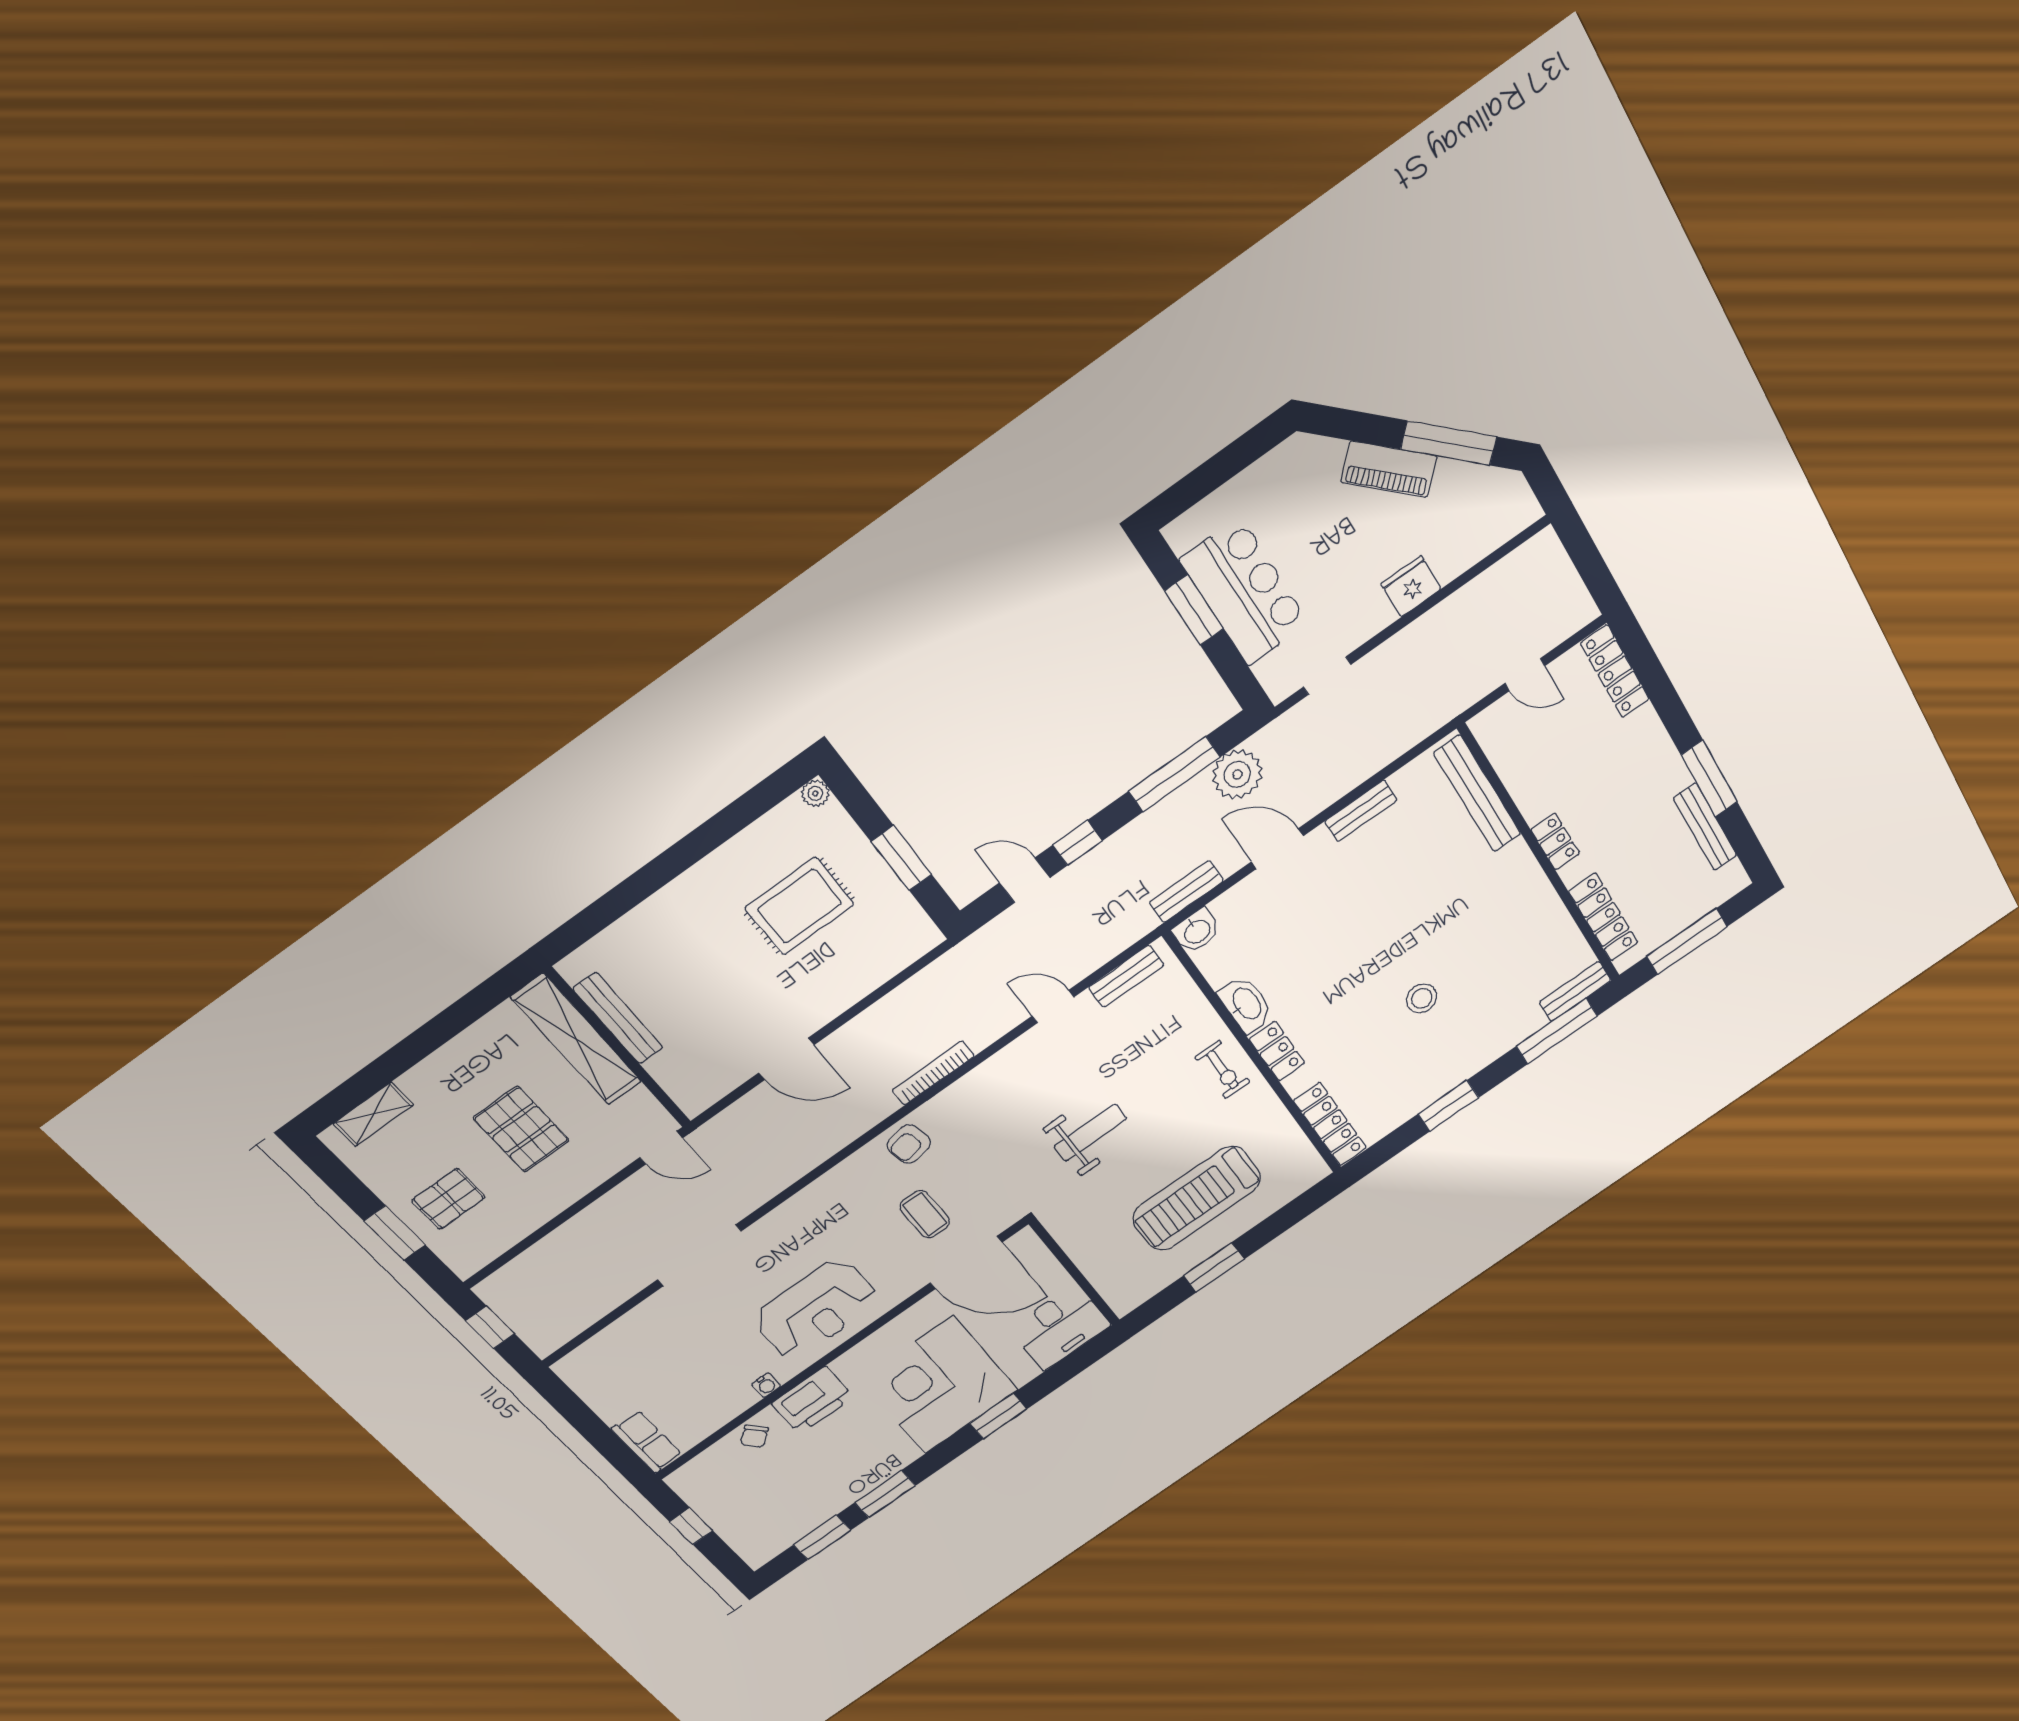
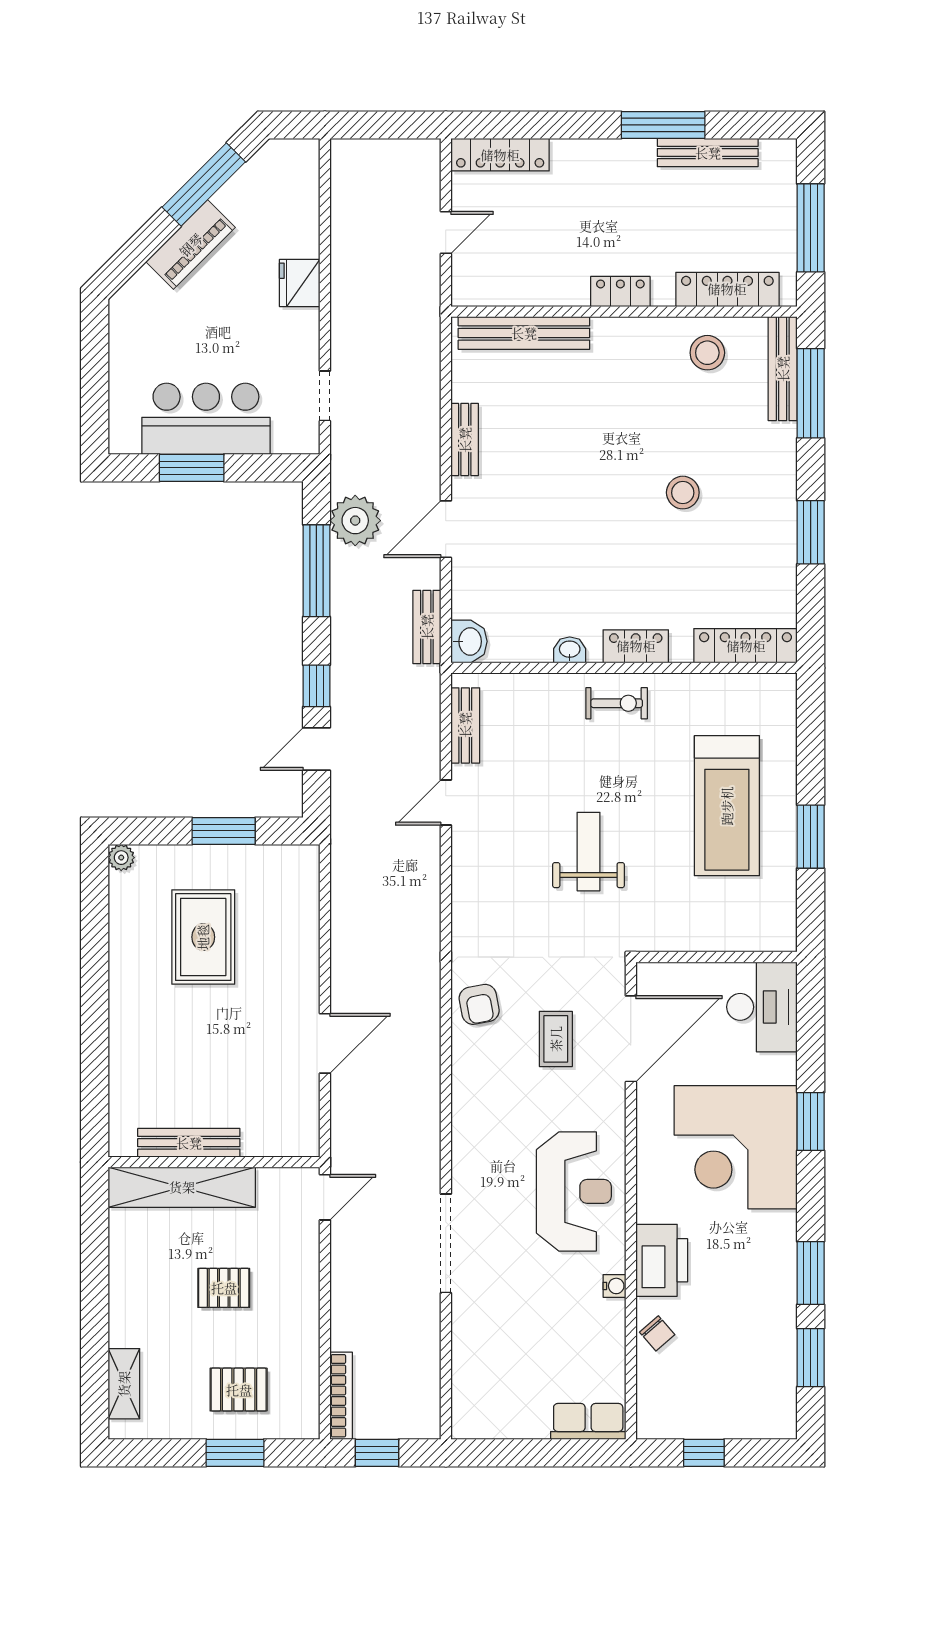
stool: (1544, 938) -> (707, 353), added
bench: (1575, 991) -> (783, 369), width x1.36
washbasin: (1246, 1004) -> (570, 650), width x0.52, depth x0.69
bookcase: (933, 1073) -> (341, 1396), moved, turned 180
pallet: (521, 1129) -> (224, 1288), width x0.67, depth x0.71
pallet: (448, 1199) -> (239, 1390), turned 90
coffee table: (925, 1214) -> (556, 1039), turned 90

